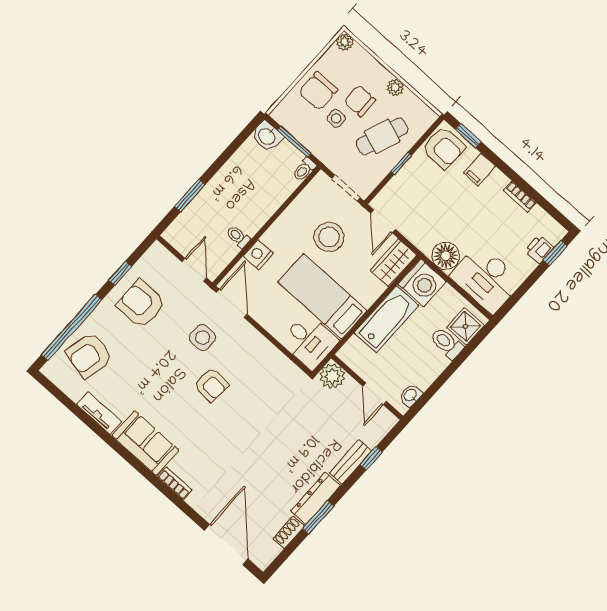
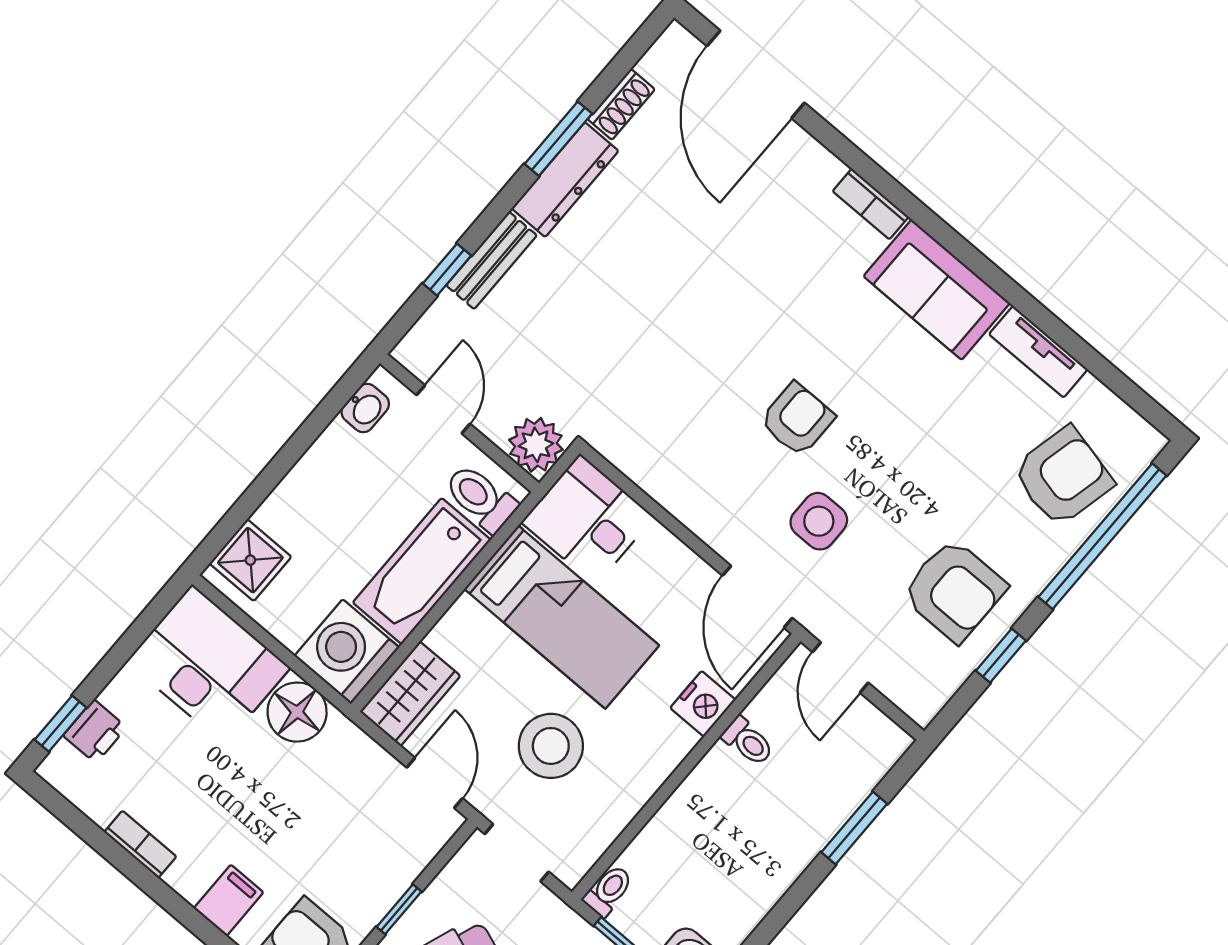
toilet: (447, 343) -> (481, 498), moved, turned 180
armchair: (211, 385) -> (797, 419), turned 86

